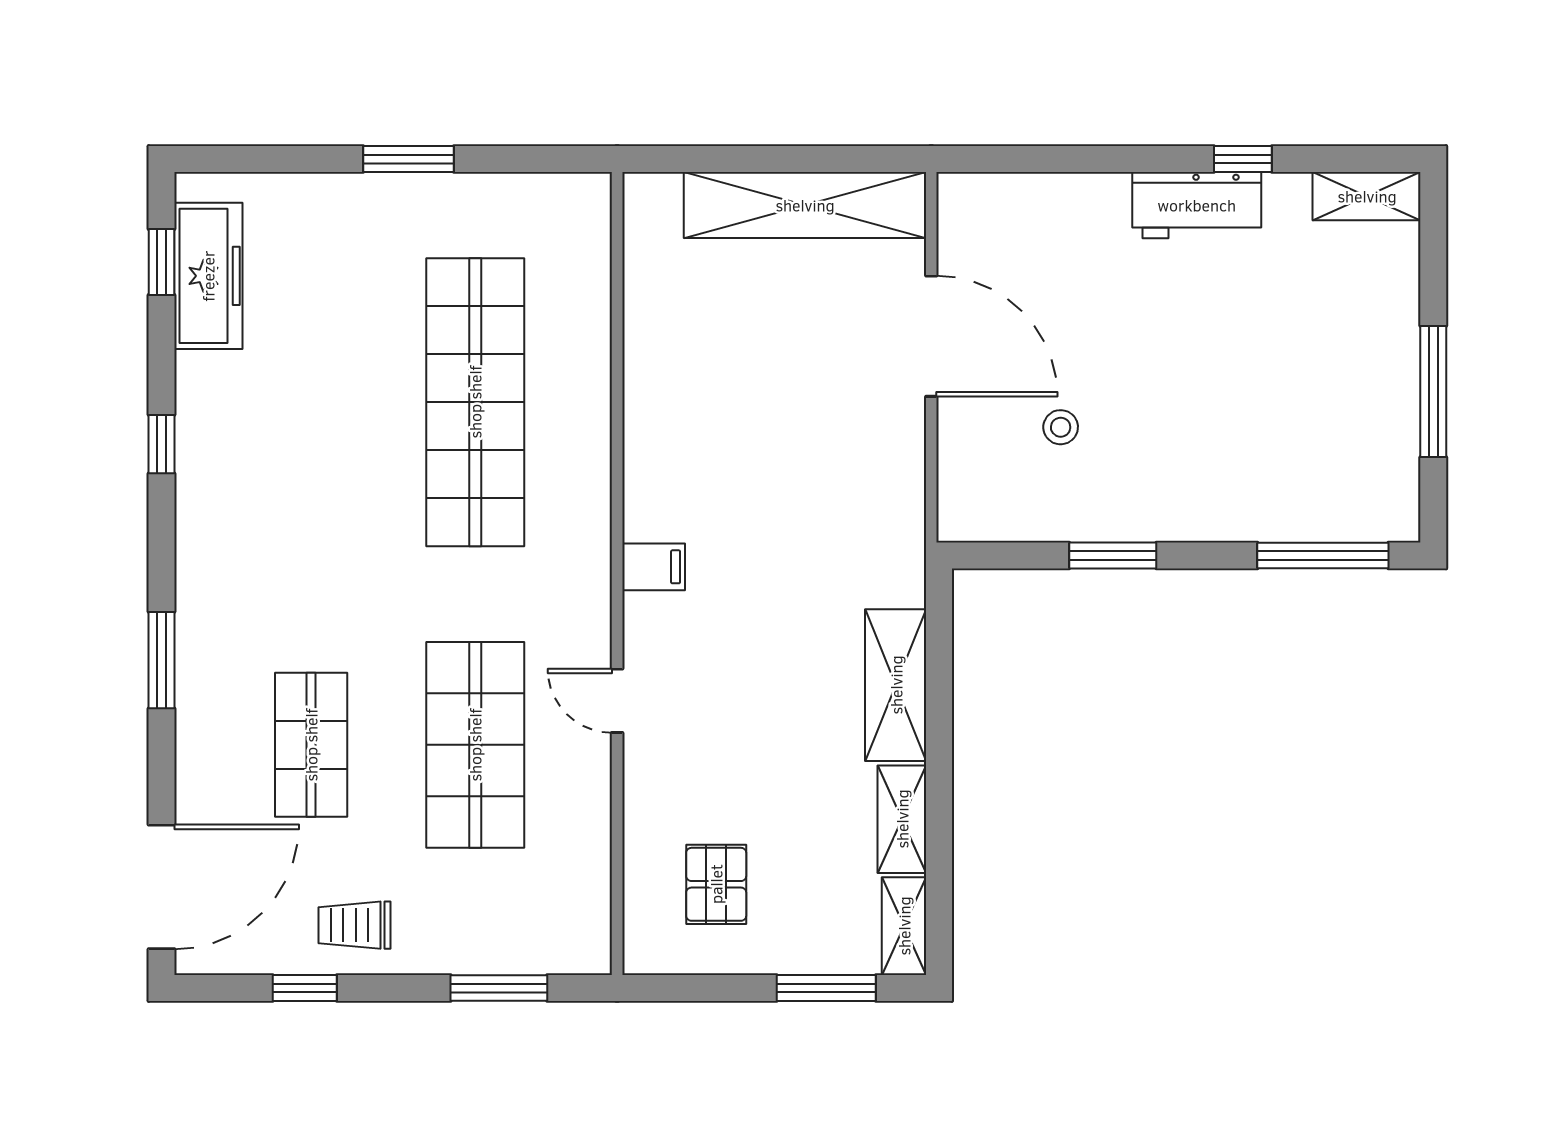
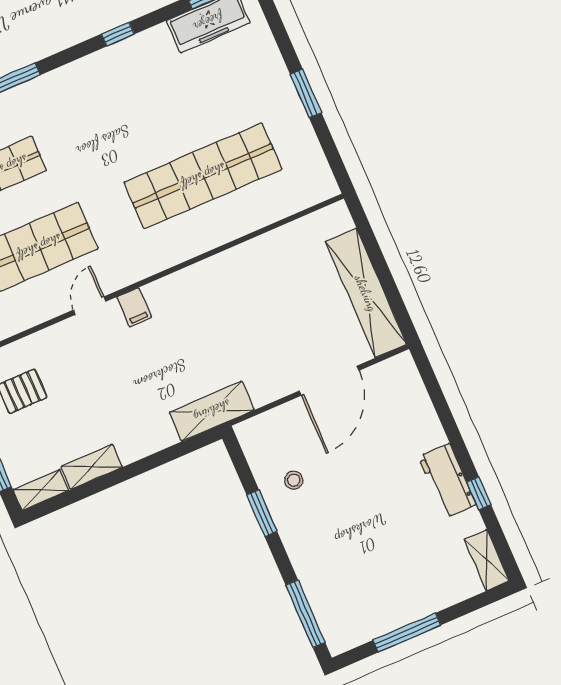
stool: (1061, 427) -> (294, 480), moved
filing cabinet: (654, 567) -> (134, 307), moved
shelving: (896, 685) -> (212, 411), moved

